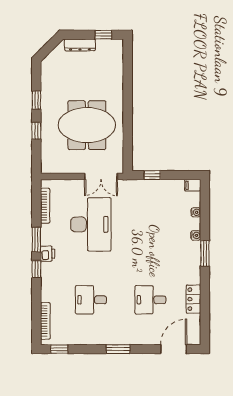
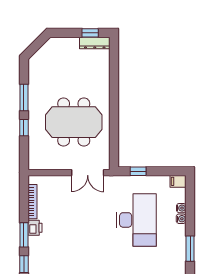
dresser: (80, 45) -> (95, 43), moved
window: (36, 100) -> (24, 97), width x1.50
desk: (91, 224) -> (136, 220), moved
water cooler: (196, 235) -> (181, 219), moved
printer: (48, 254) -> (35, 228), moved

